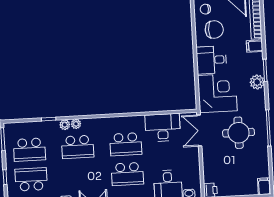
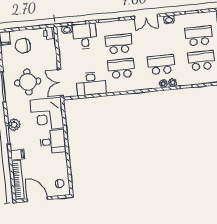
chair: (214, 30) -> (23, 46), moved
double door: (199, 131) -> (61, 82), swing flipped
school desk: (31, 179) -> (199, 36), turned 180

